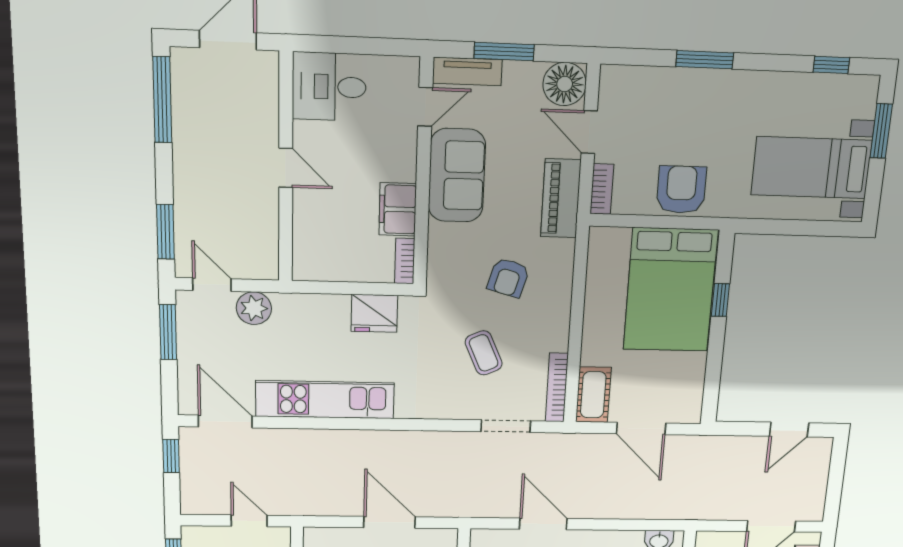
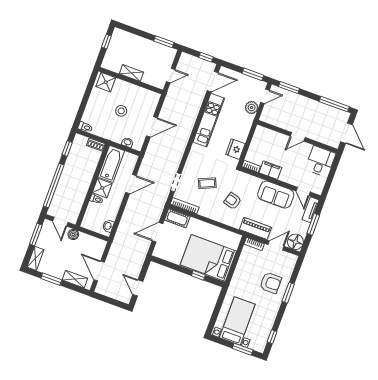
armchair: (681, 190) -> (271, 283), moved

